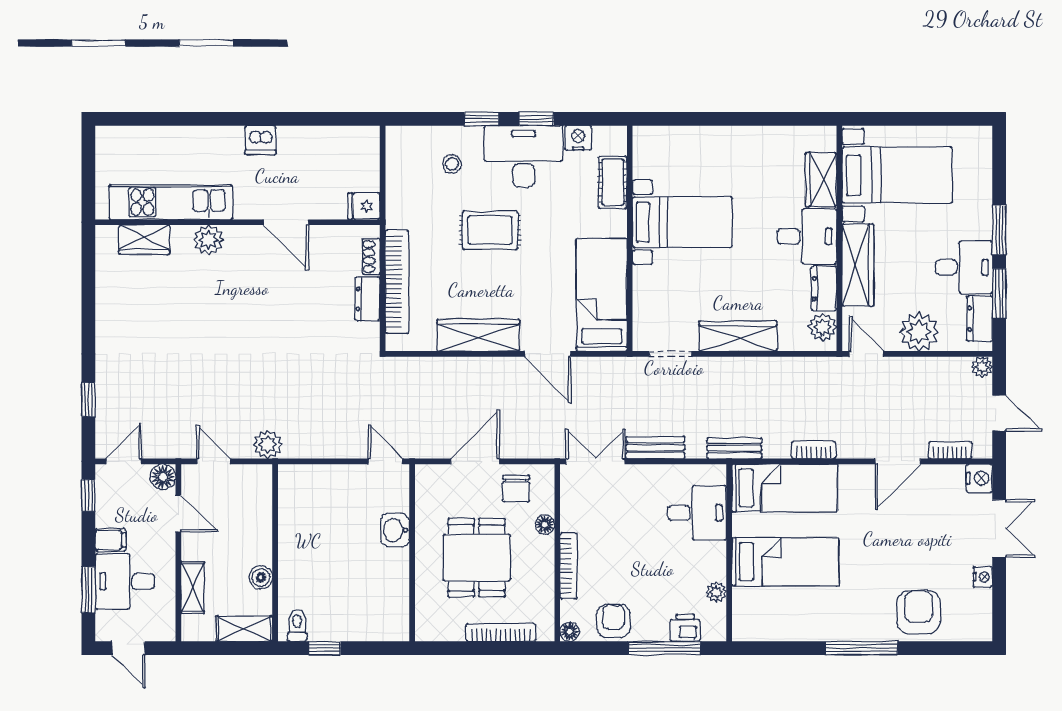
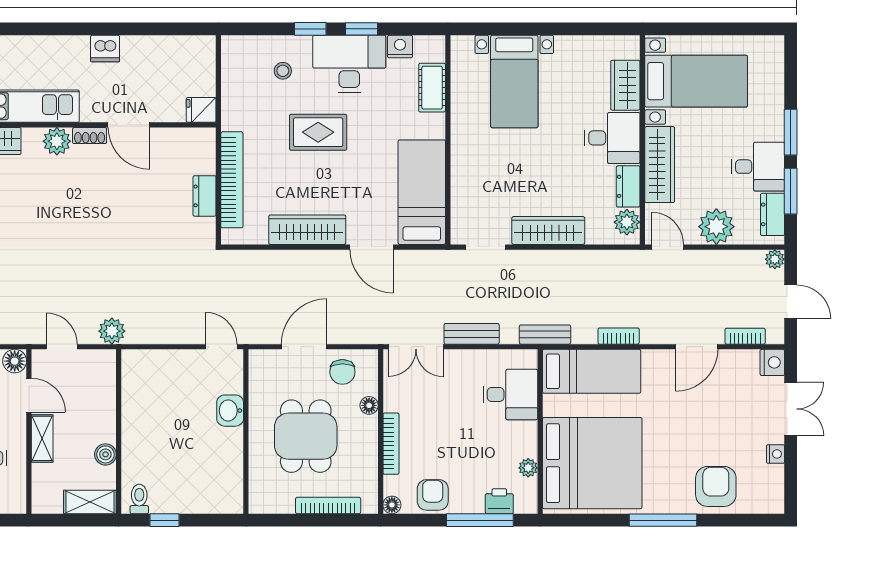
bed with nightstands: (682, 222) -> (514, 81), moved, turned 90
shoe rack: (371, 257) -> (90, 136), moved, turned -90
double door: (595, 461) -> (416, 347), swing flipped
bed: (785, 562) -> (592, 463), width x2.04
shelving: (193, 587) -> (42, 438), moved

